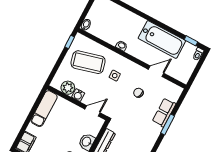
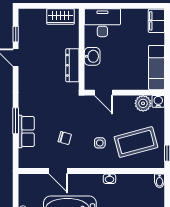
door: (156, 71) -> (58, 171), hinge flipped
water cooler: (78, 95) -> (158, 101), moved
door: (92, 111) -> (104, 93), hinge flipped

